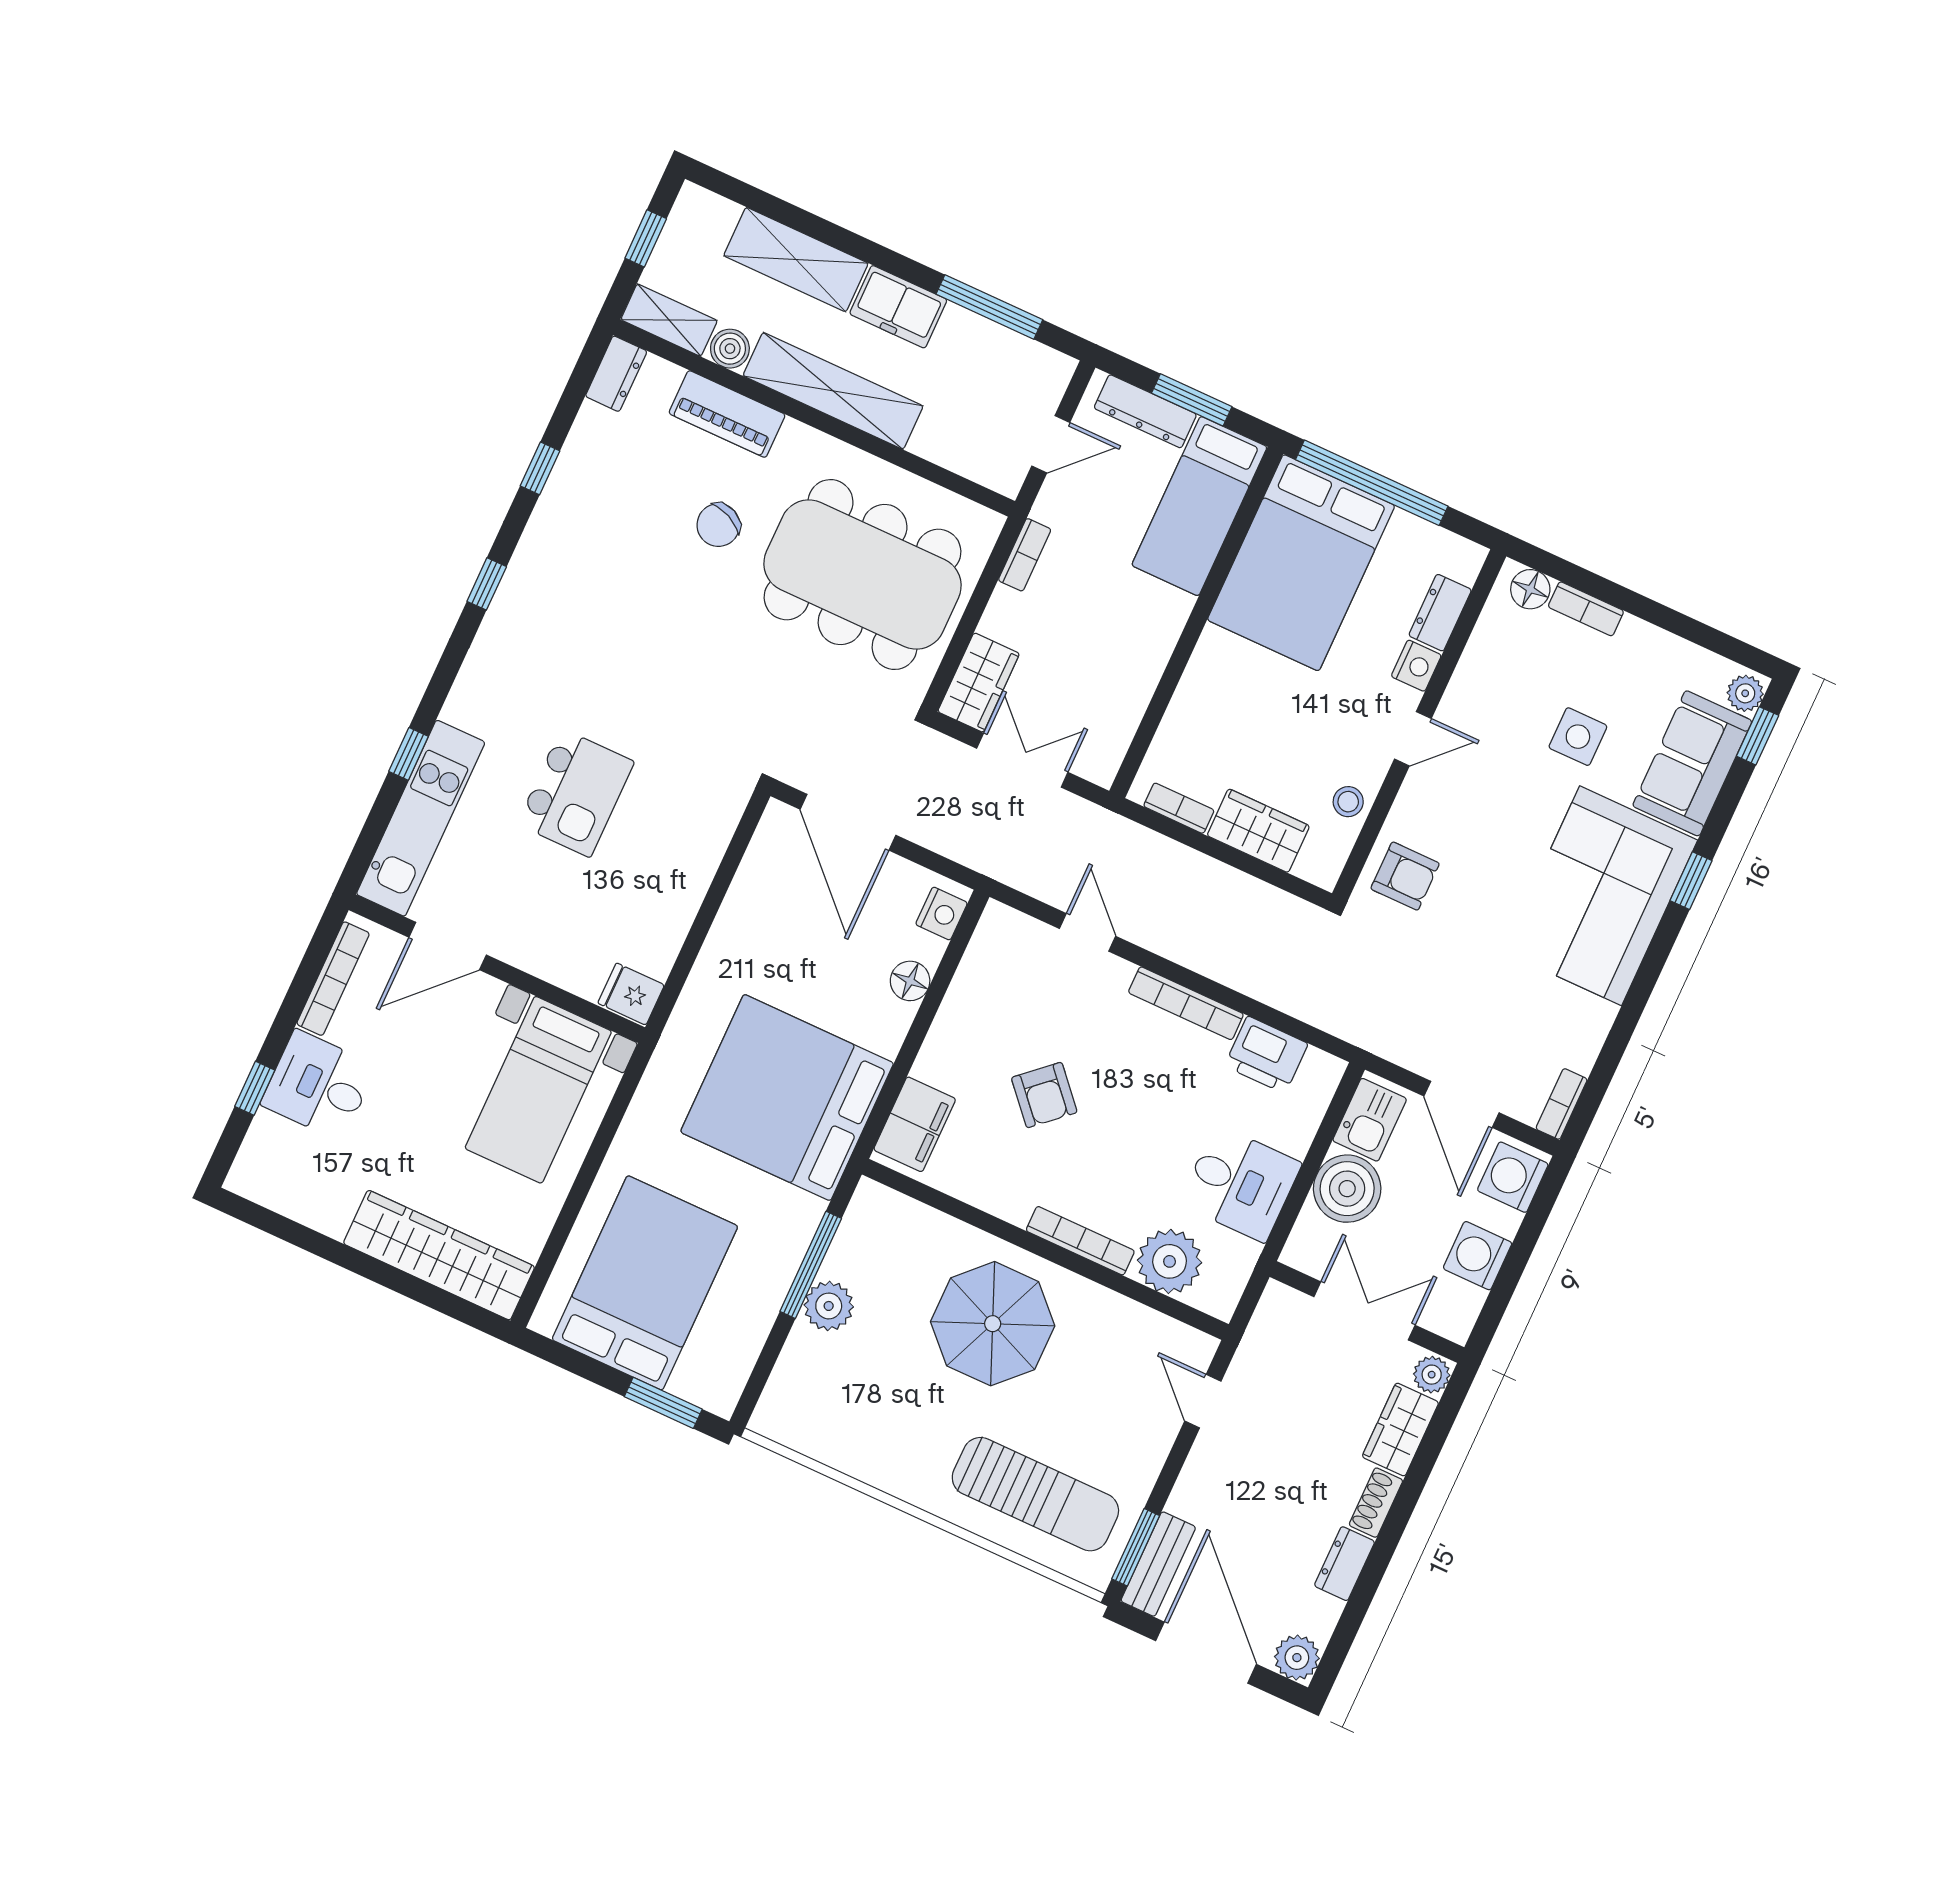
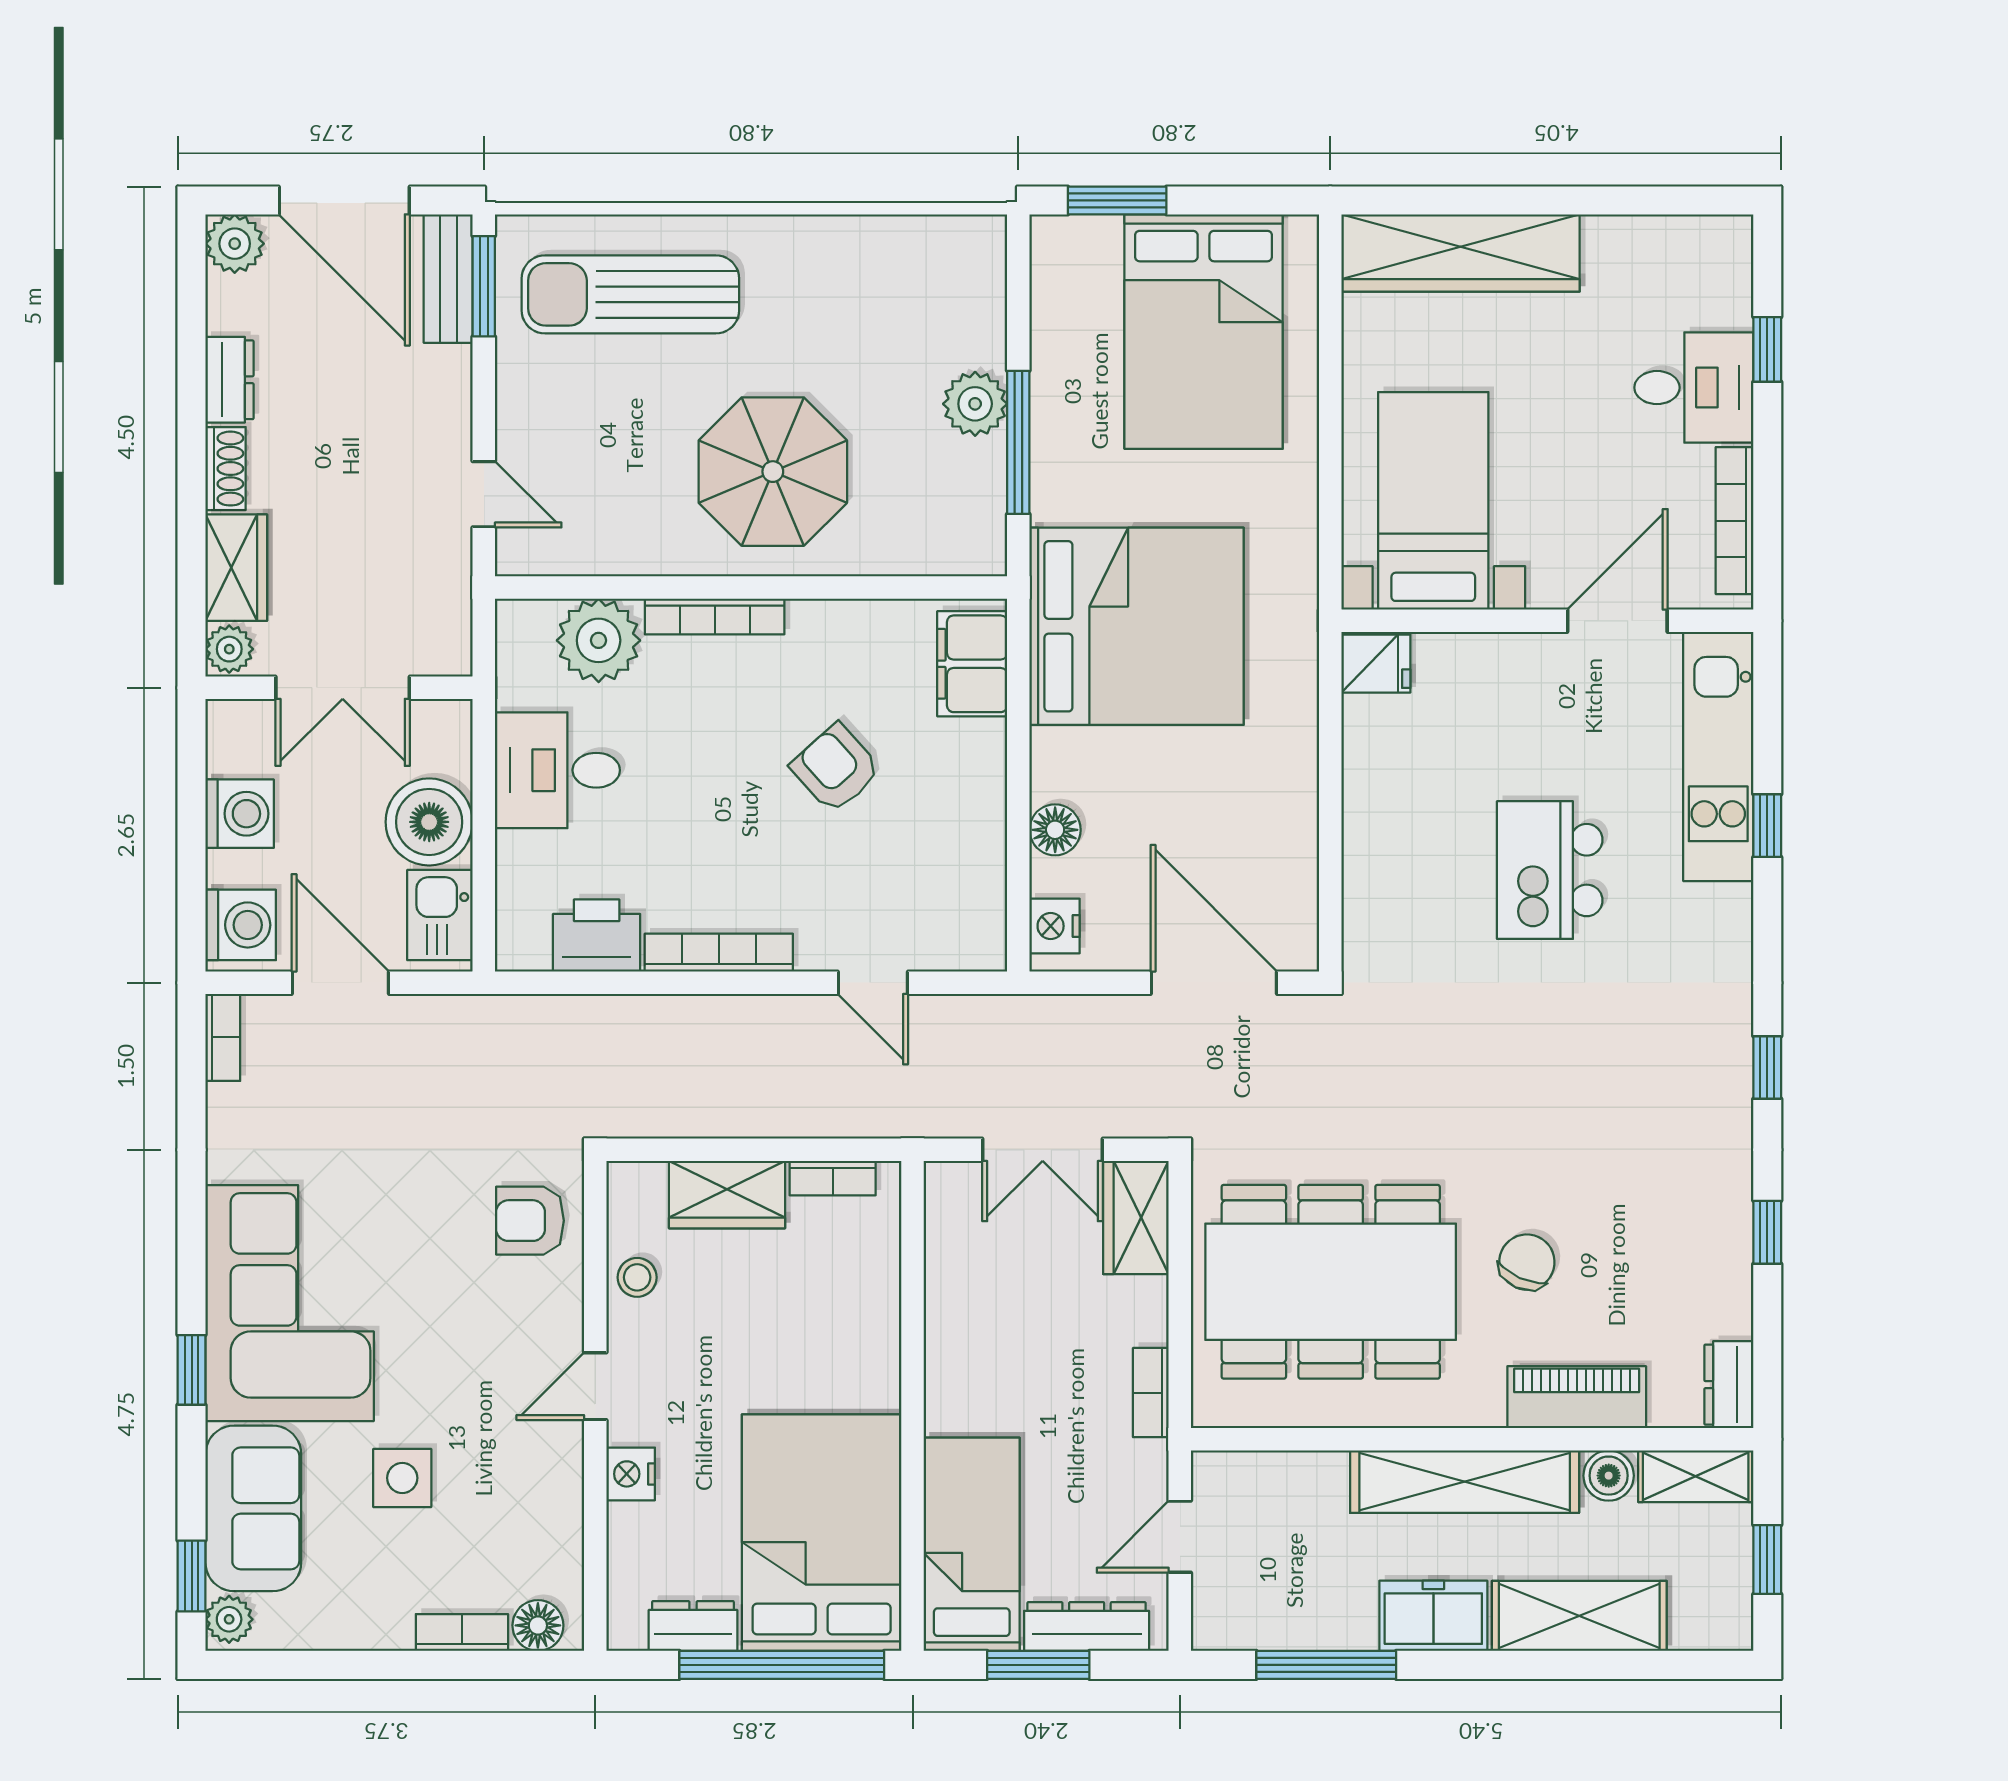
dresser: (1440, 613) -> (693, 1626), moved, turned -90

